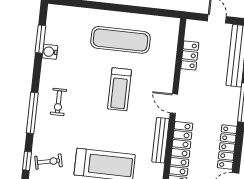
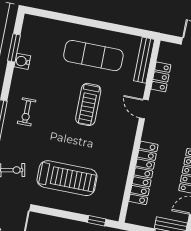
door: (174, 104) -> (144, 109), moved
bench: (161, 140) -> (144, 60), moved

